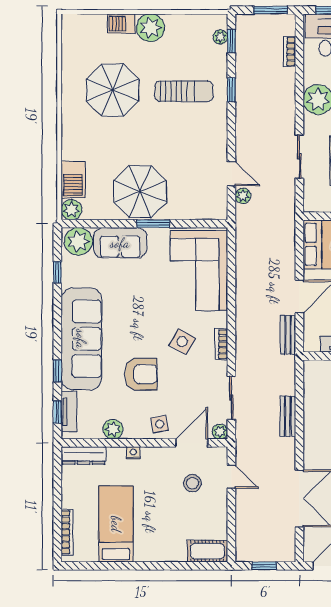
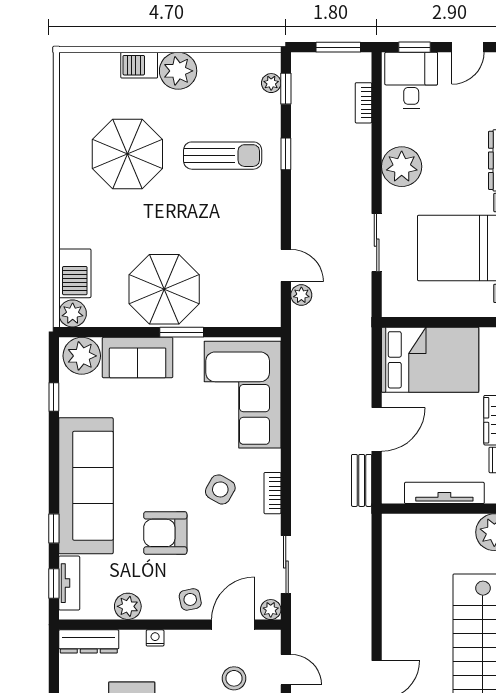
armchair: (141, 374) -> (165, 533), turned 180
bench: (288, 416) -> (361, 589), removed

